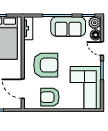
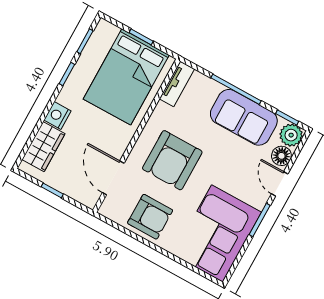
armchair: (46, 65) -> (172, 160), turned 90
armchair: (50, 97) -> (150, 217), turned 180

